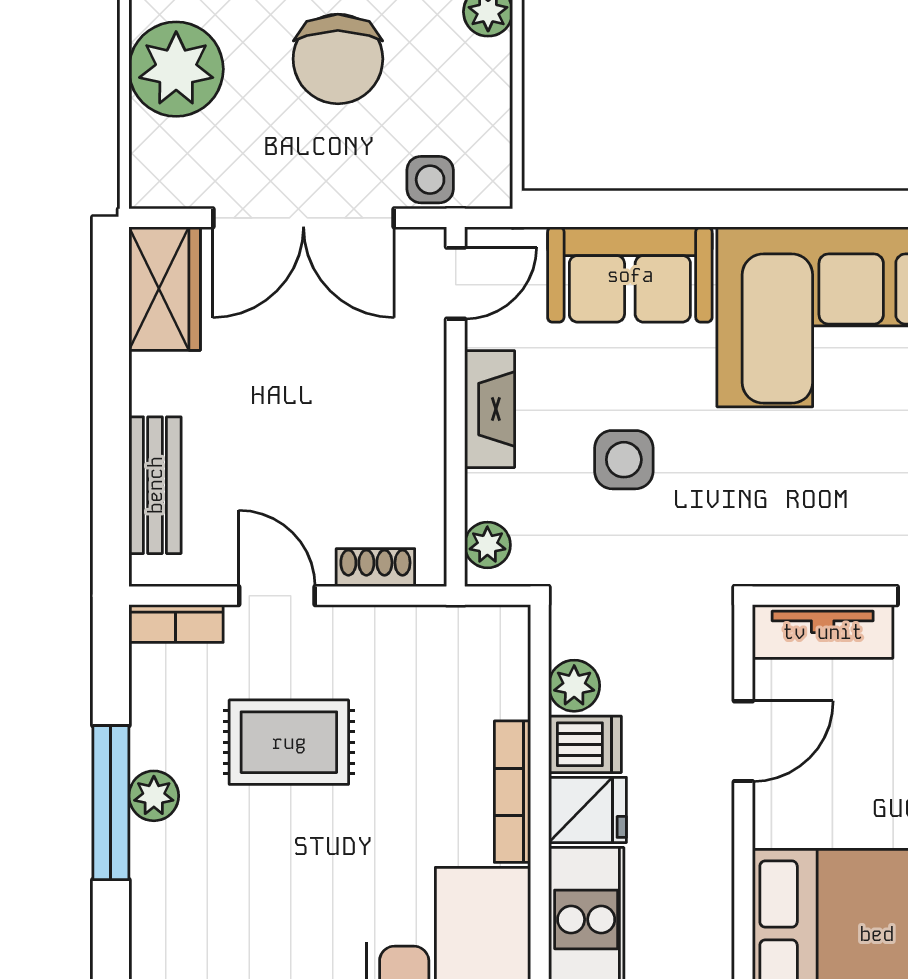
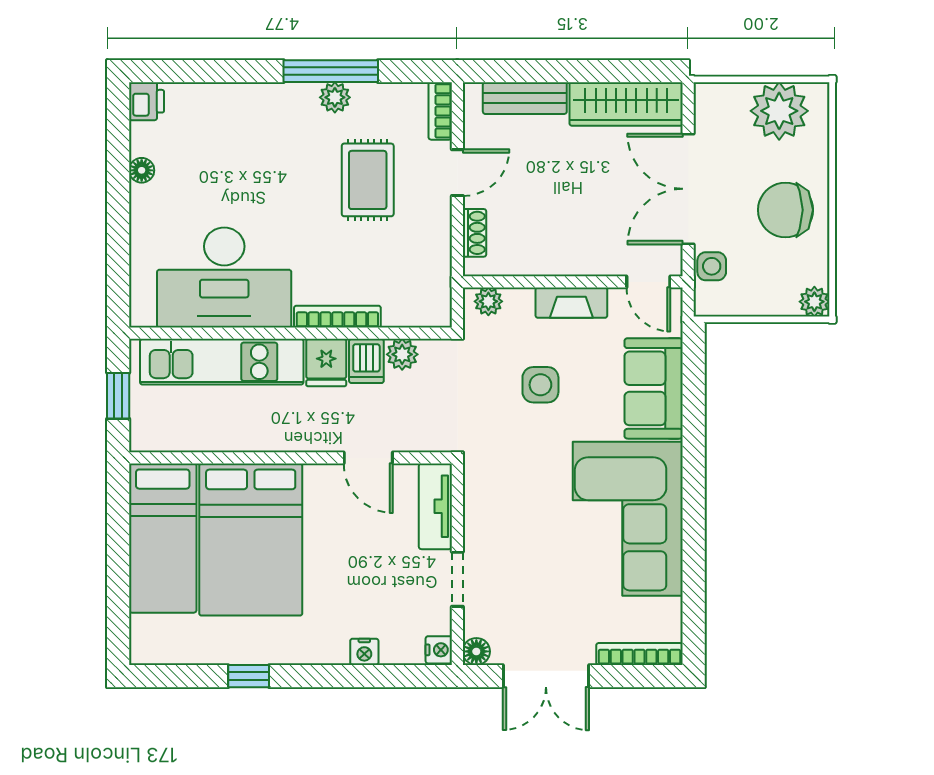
wardrobe: (165, 289) -> (626, 104), width x1.50

